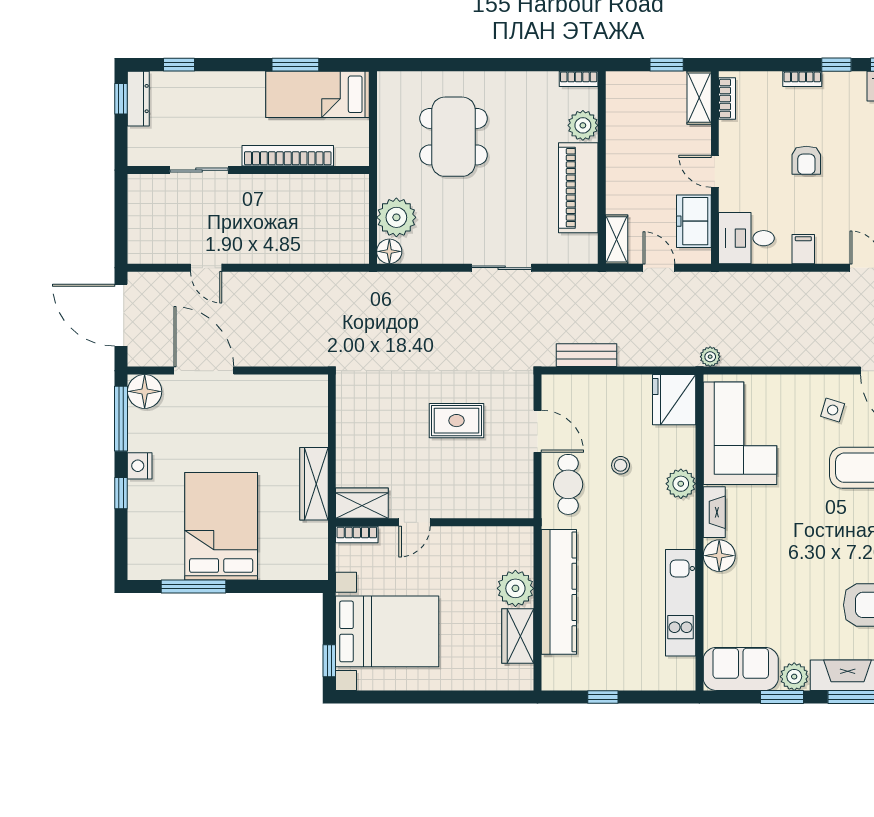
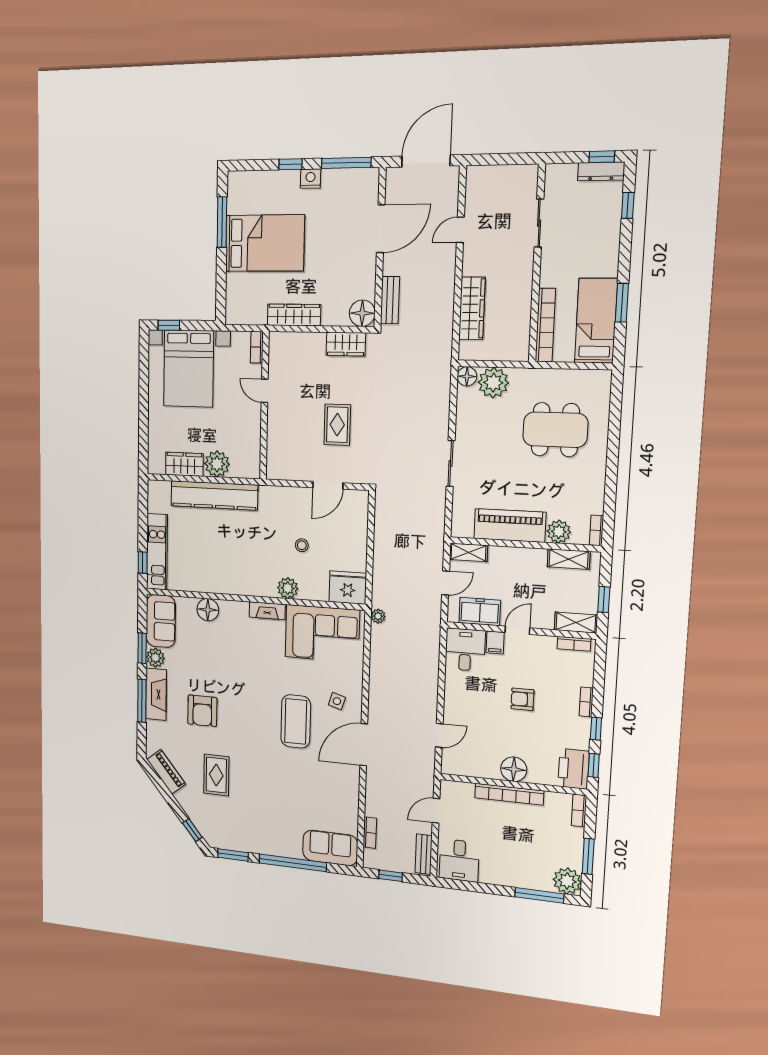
shelving: (617, 111) -> (569, 559), added
bookcase: (288, 156) -> (545, 325), moved
wardrobe: (304, 249) -> (472, 308), added
filing cabinet: (803, 249) -> (495, 643), moved, turned 90
bench: (587, 355) -> (390, 300), moved
floor lamp: (145, 391) -> (362, 313), moved
cafe table: (568, 484) -> (289, 506), removed
wardrobe: (362, 503) -> (346, 344), moved, turned 90
floor lamp: (719, 556) -> (208, 610), moved
kitchen unit: (681, 603) -> (157, 552), moved, turned 90
window: (603, 697) -> (143, 562), moved

